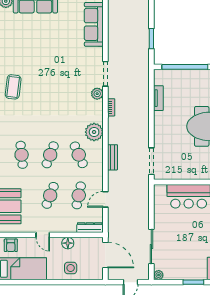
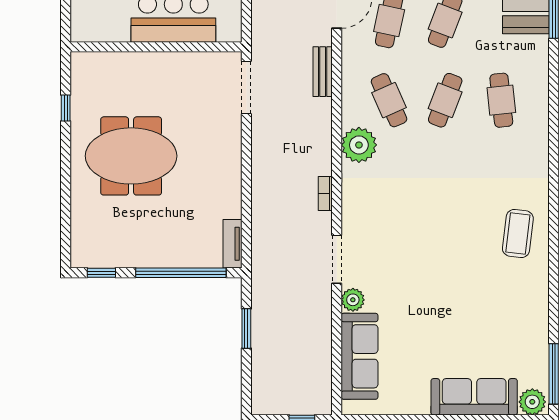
plant: (97, 94) -> (353, 300), moved
tv unit: (158, 98) -> (232, 244), moved
bench: (113, 157) -> (323, 72), moved

